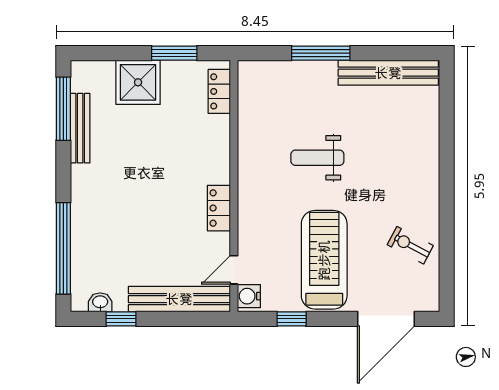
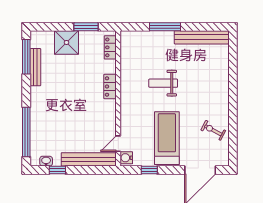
locker: (219, 208) -> (110, 87), moved

